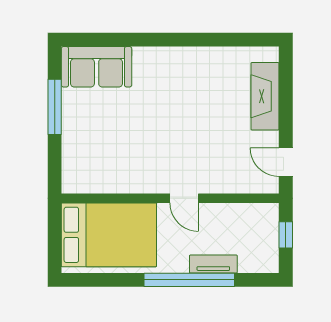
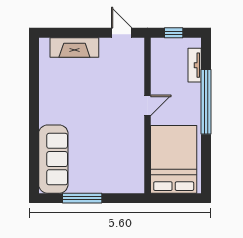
sofa: (97, 67) -> (53, 159), width x1.36
door: (286, 162) -> (122, 33), swing flipped
tv unit: (213, 264) -> (195, 65), moved

